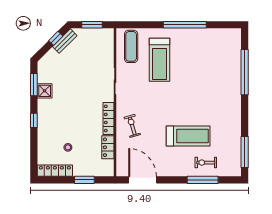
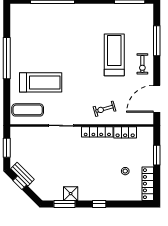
exercise bike: (206, 163) -> (142, 64), moved

